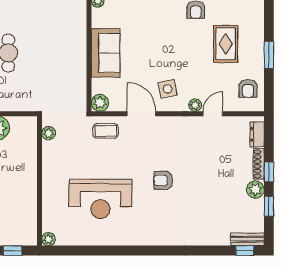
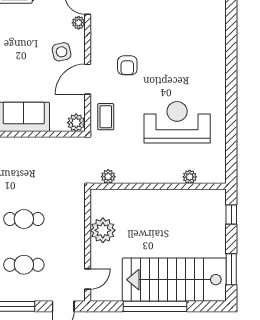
armchair: (163, 180) -> (127, 65), moved
reception desk: (100, 199) -> (177, 122), turned -90
plant: (48, 239) -> (190, 177), moved

